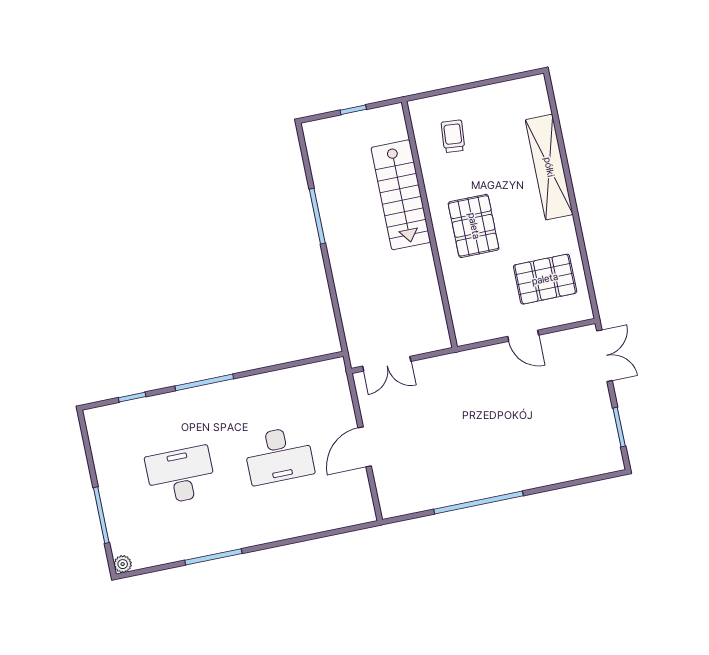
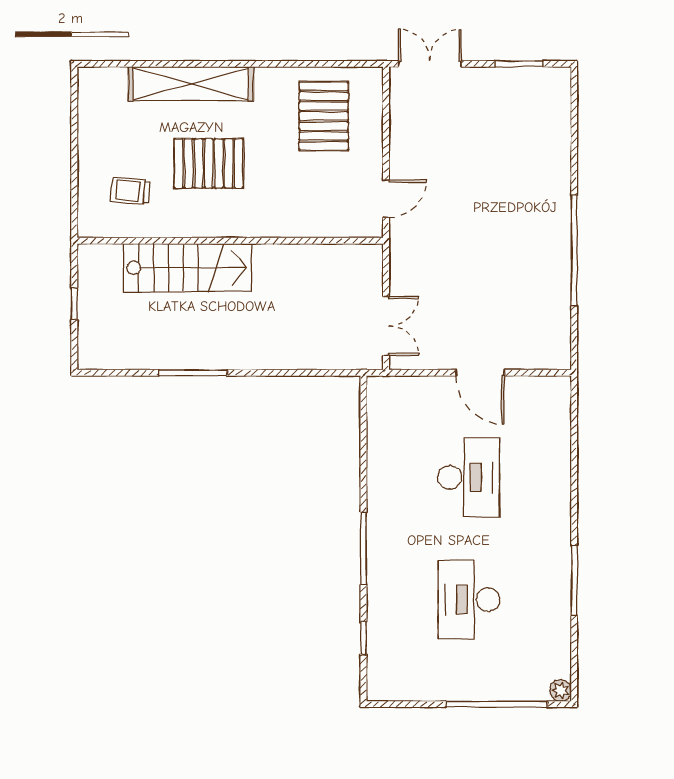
pallet: (474, 226) -> (209, 163), moved
door: (523, 336) -> (386, 199), moved
window: (101, 515) -> (497, 704), width x1.46

